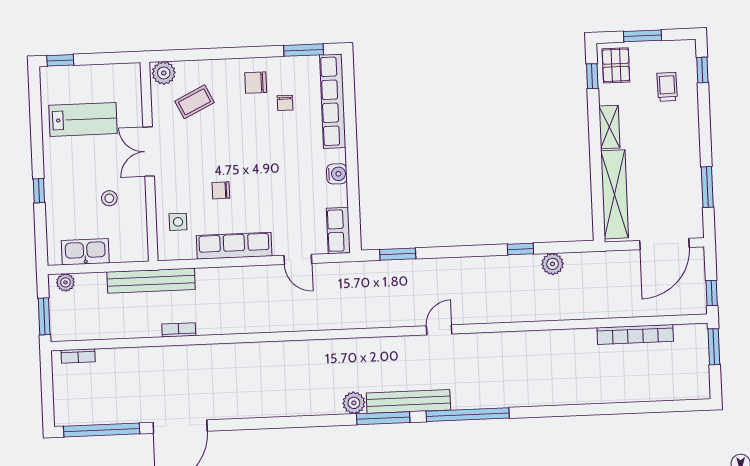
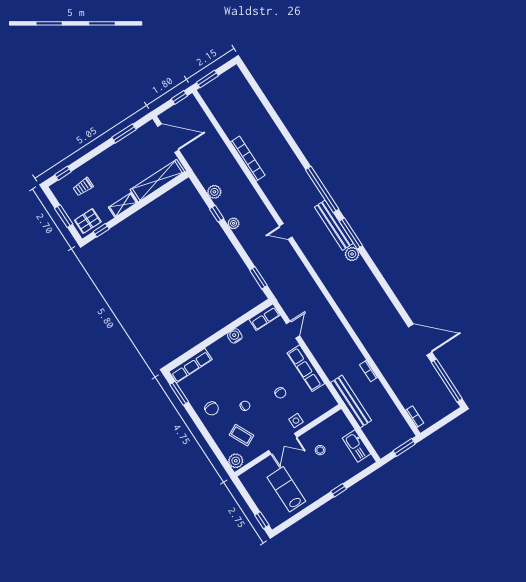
row of seats: (333, 101) -> (191, 366), width x0.73
chair: (285, 103) -> (245, 406), moved
side table: (178, 222) -> (296, 421), moved
plant: (65, 282) -> (234, 223), moved
bookcase: (635, 334) -> (248, 159), moved

